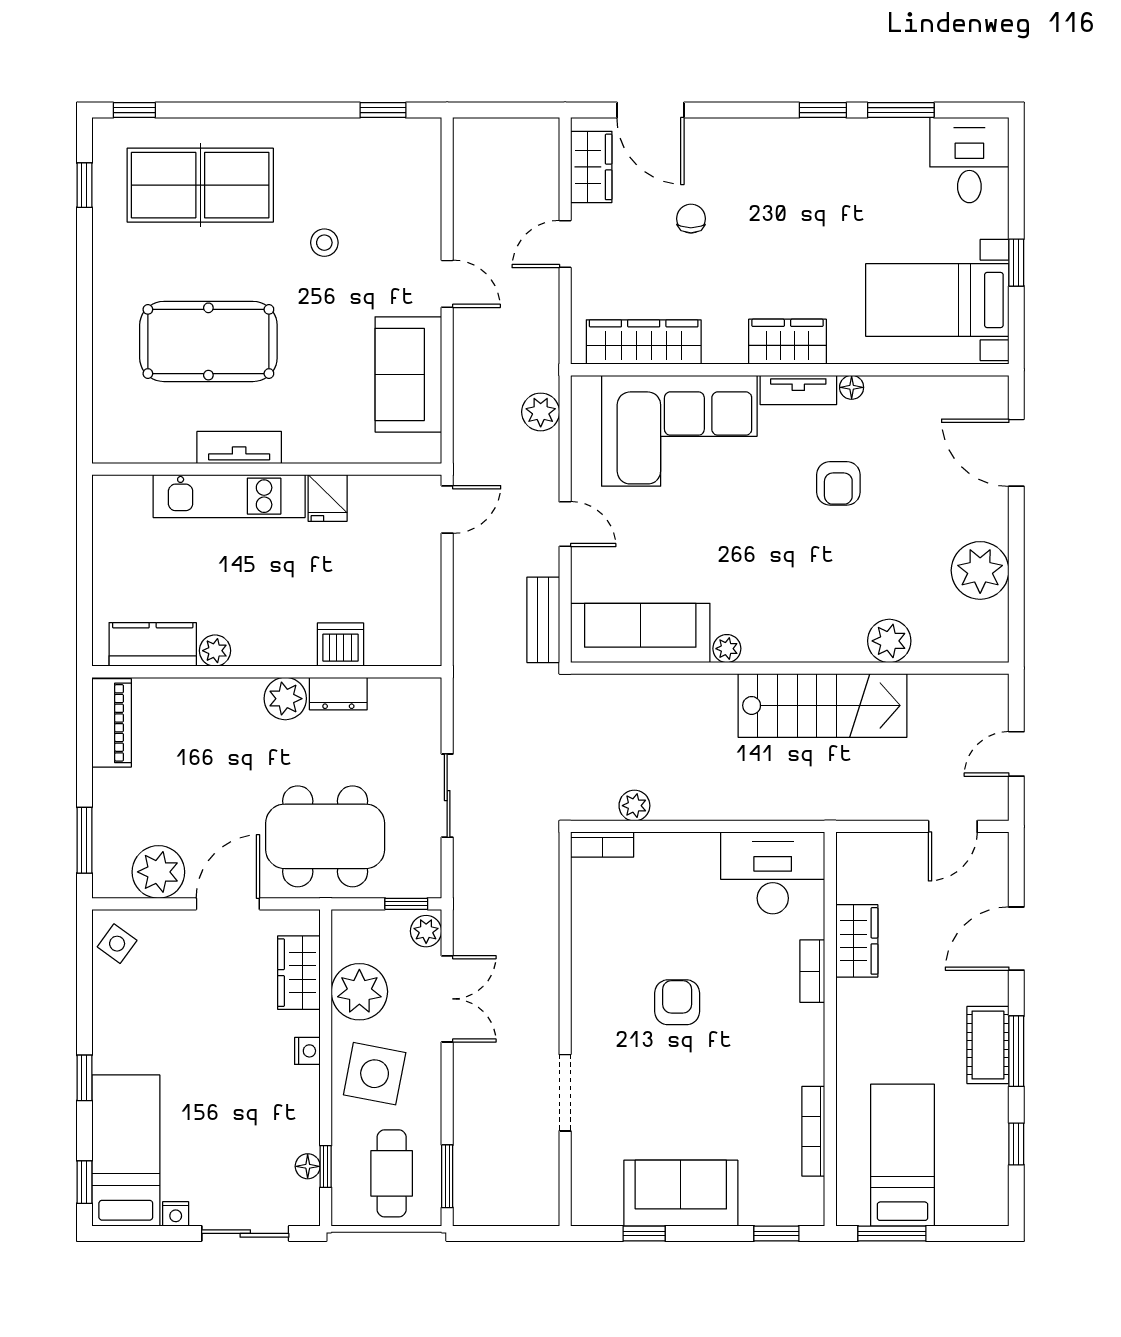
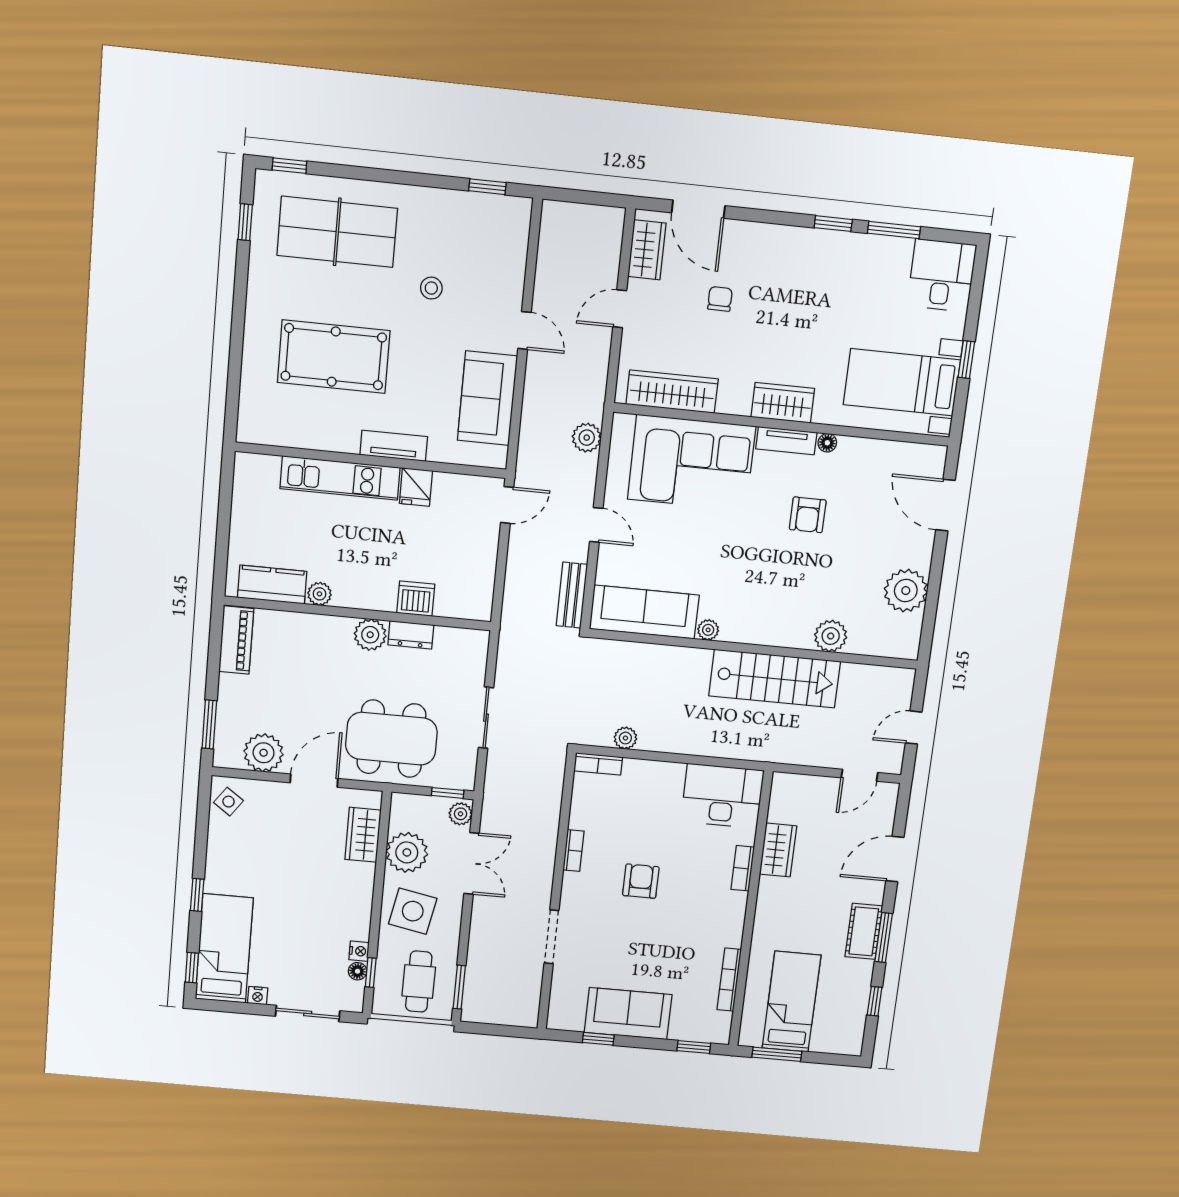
tv unit: (239, 448) -> (394, 446), moved
bookcase: (582, 968) -> (574, 851), added
nightstand: (307, 1051) -> (359, 951), moved

